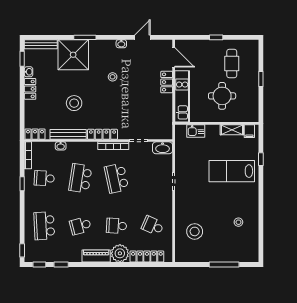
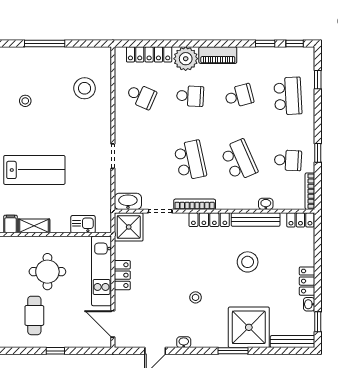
locker: (167, 82) -> (122, 275), moved
shower: (162, 129) -> (129, 227), added
school desk: (80, 178) -> (239, 160), turned -33
window: (22, 250) -> (318, 80), moved

